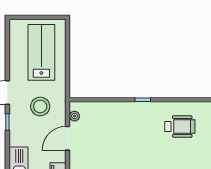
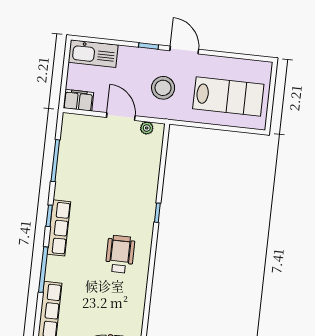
wheelchair: (180, 127) -> (120, 254), turned 180

